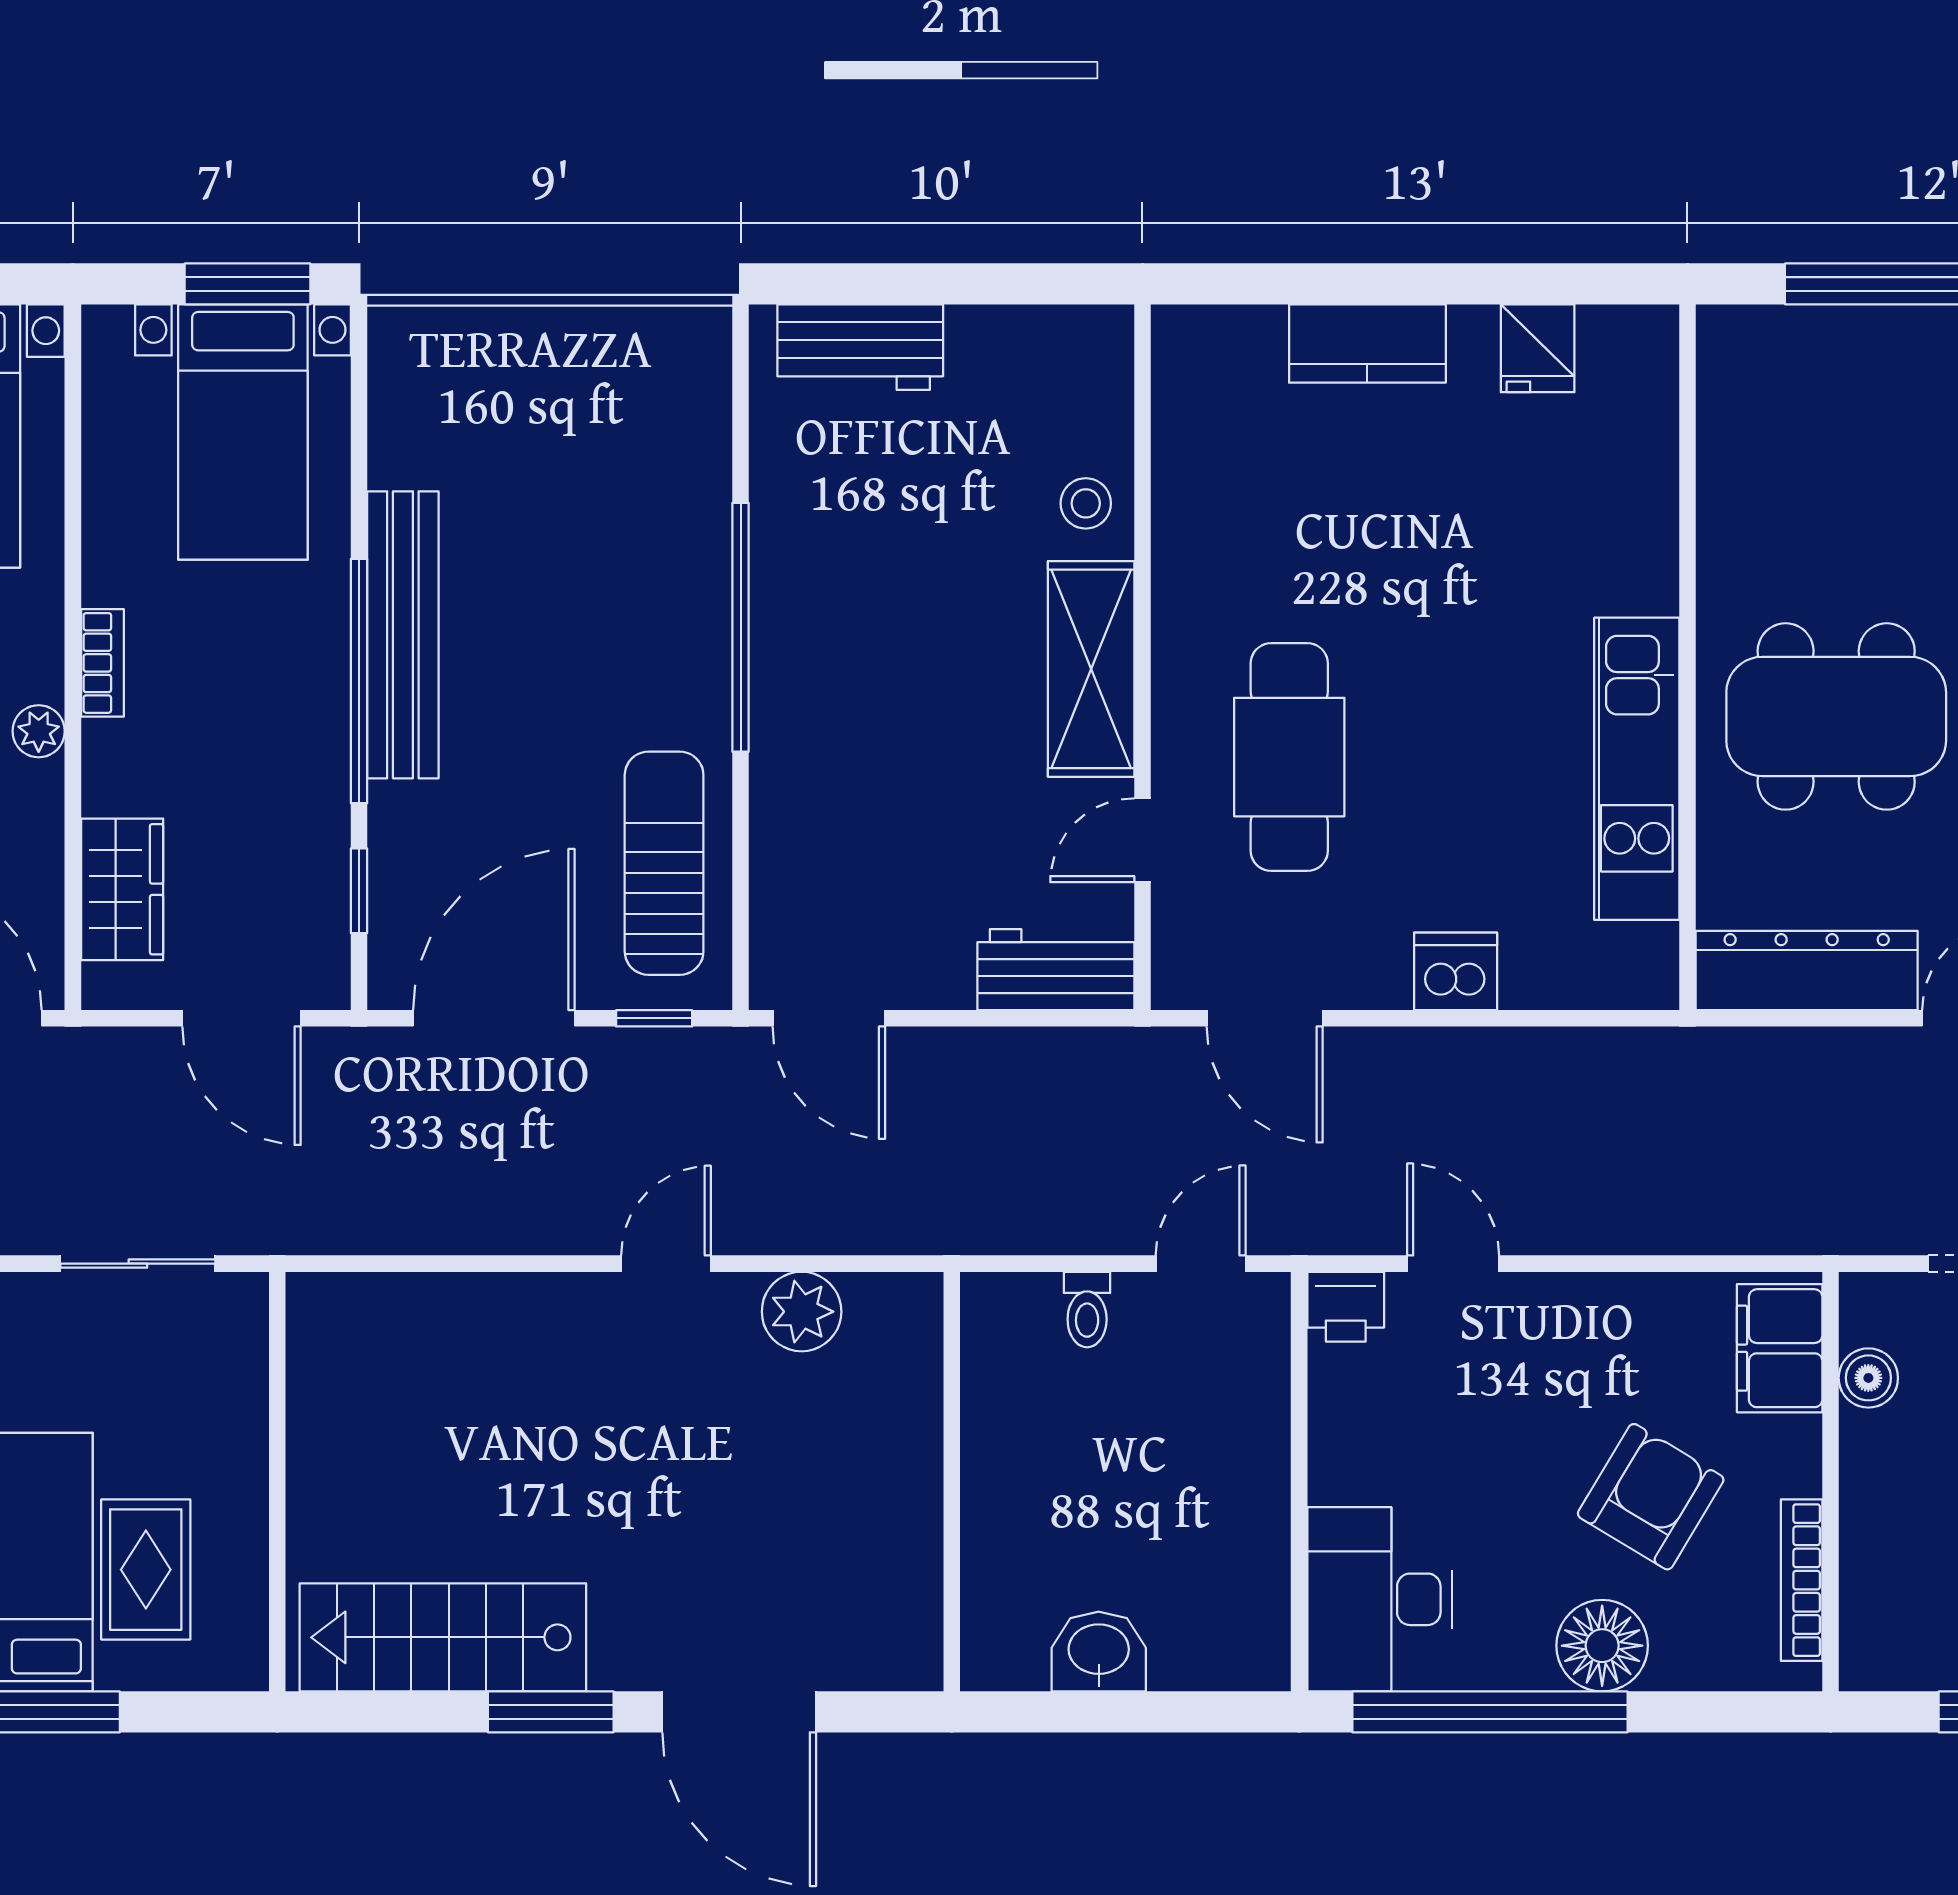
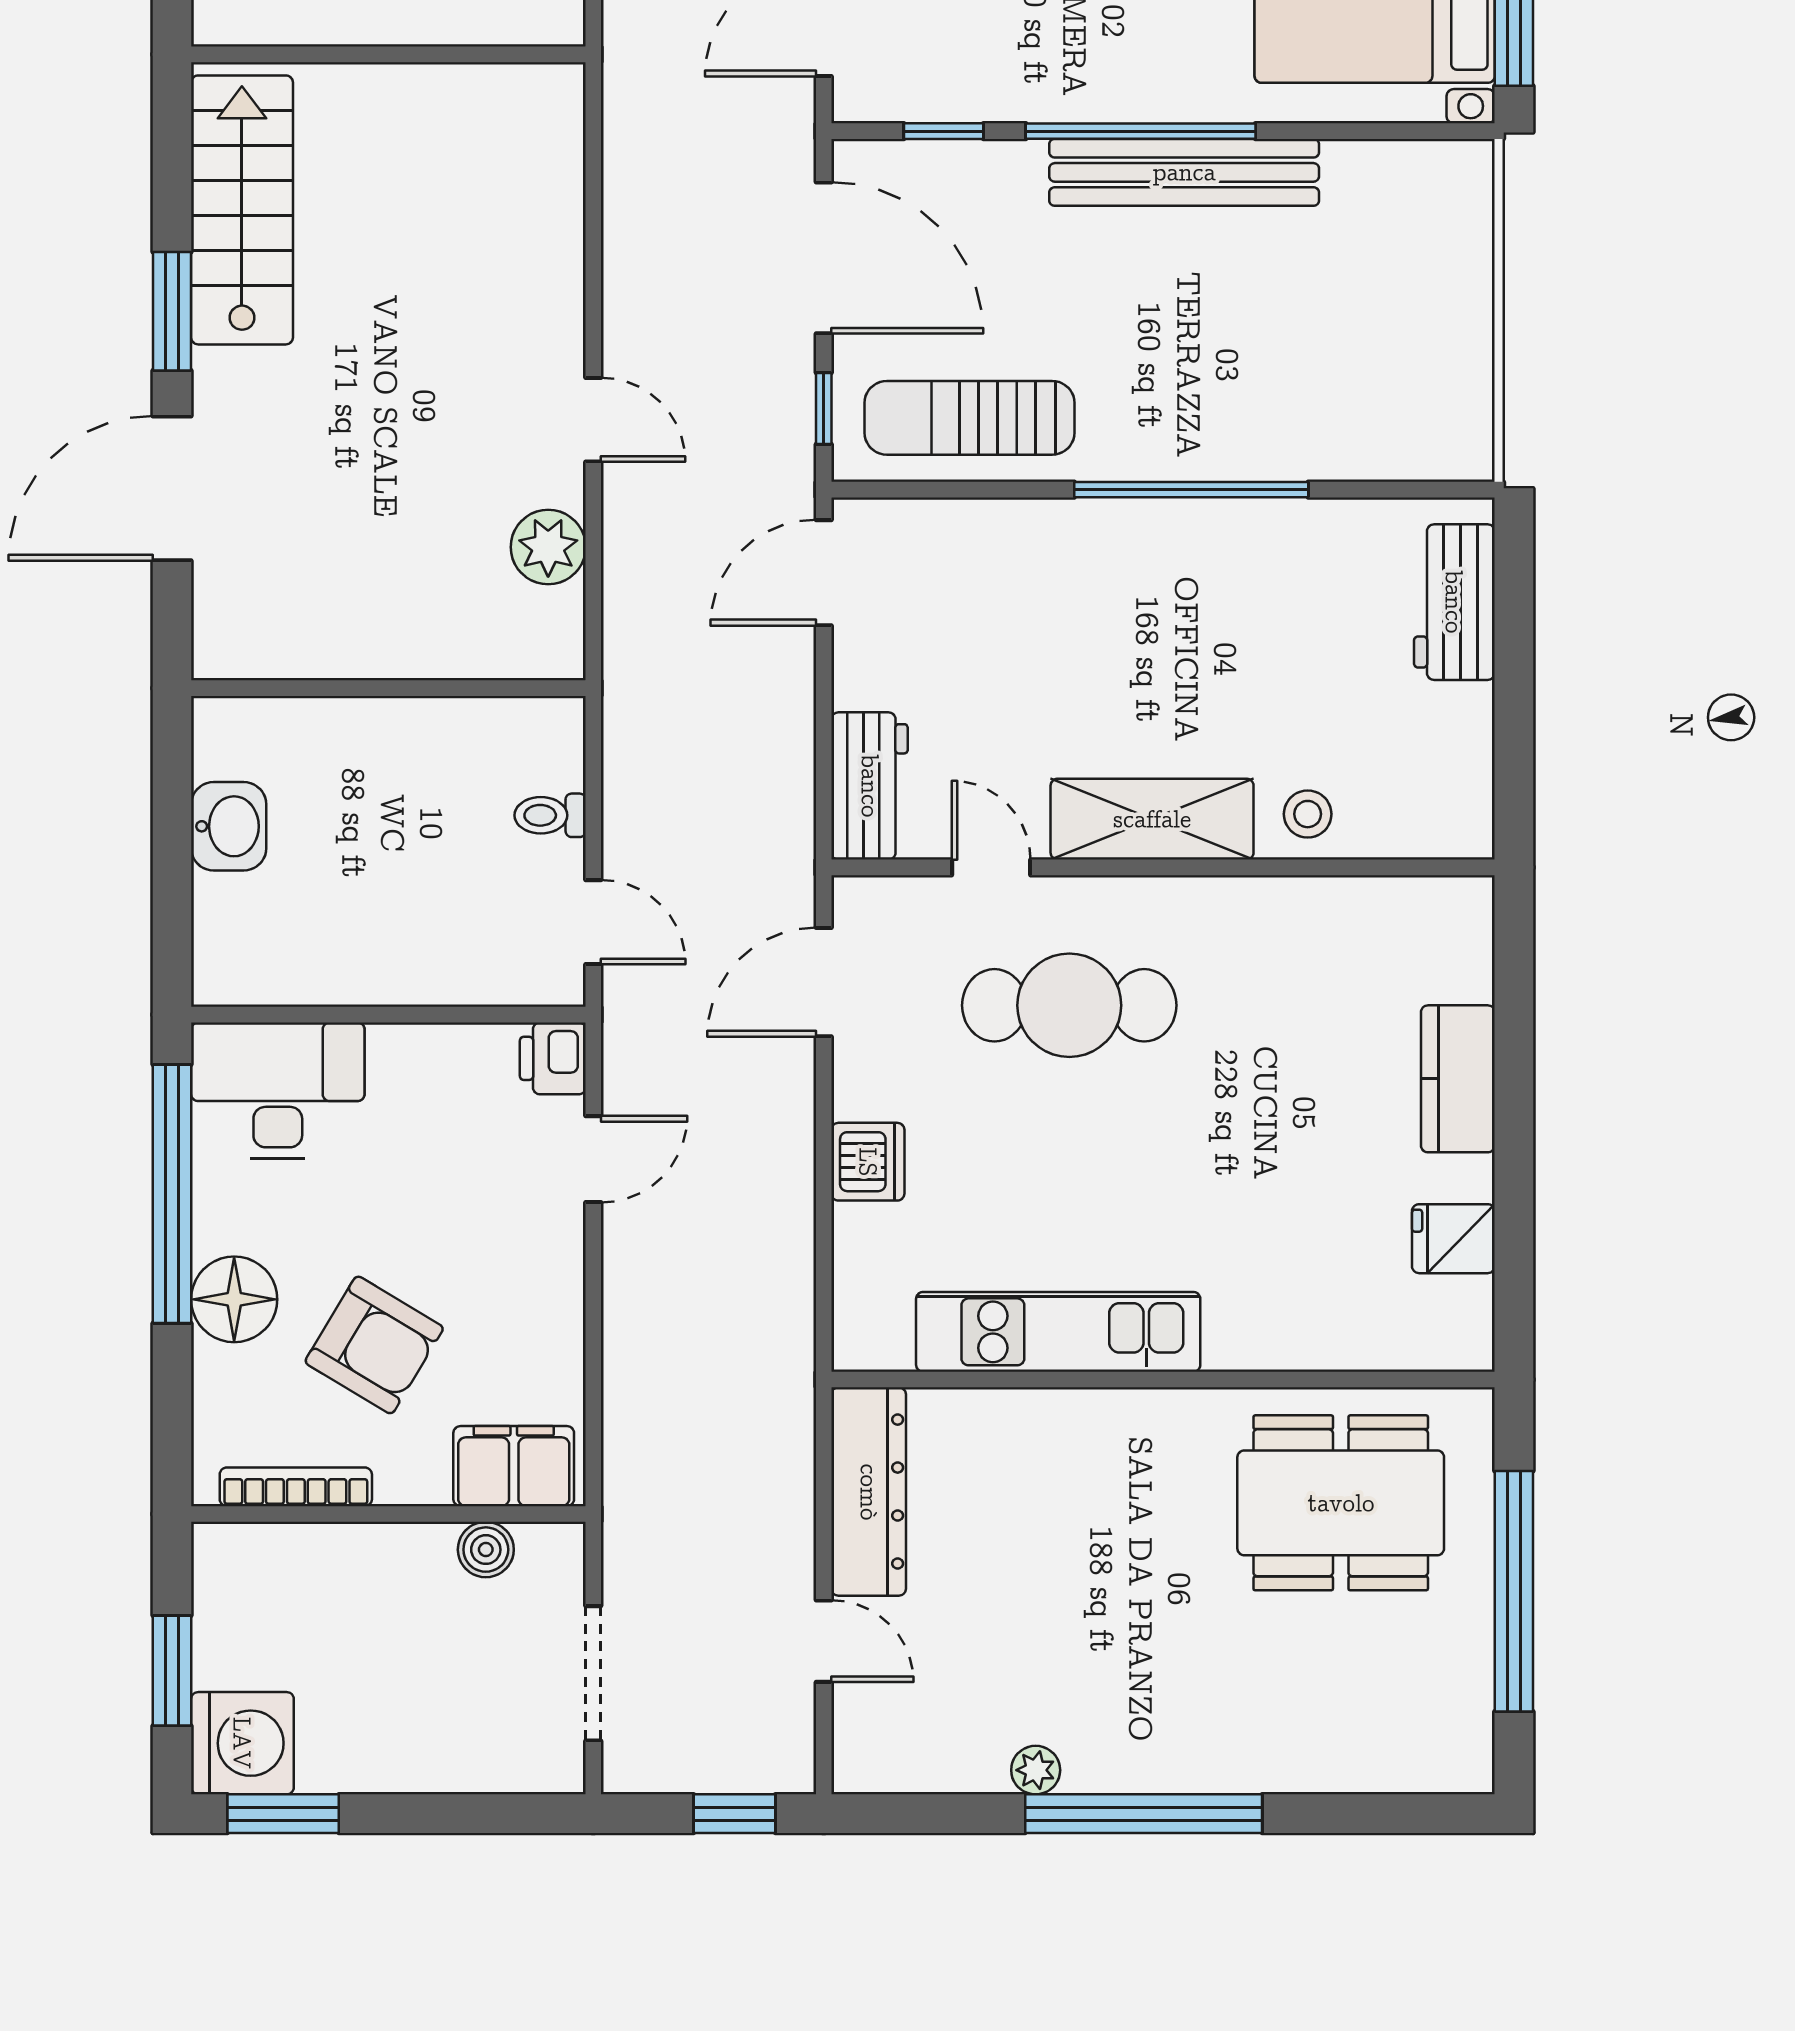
dining table: (1836, 716) -> (1341, 1503), moved, turned 90
sun lounger: (664, 863) -> (969, 418), turned 180

